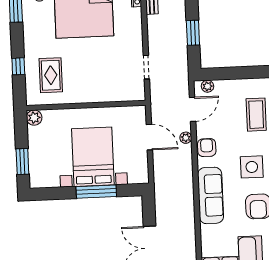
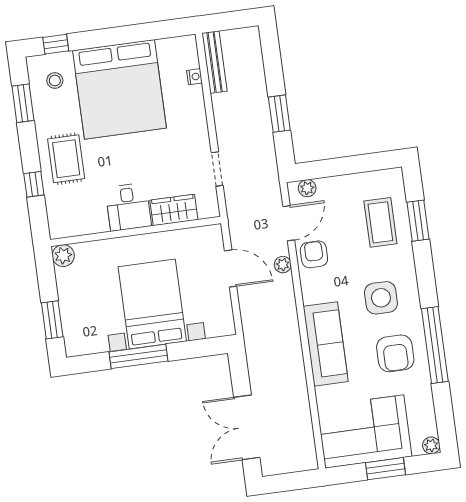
rug: (51, 75) -> (66, 159), moved
desk: (82, 88) -> (128, 207), added
wardrobe: (114, 93) -> (174, 210), added
armchair: (207, 148) -> (314, 254), moved
window: (96, 192) -> (139, 356), moved

